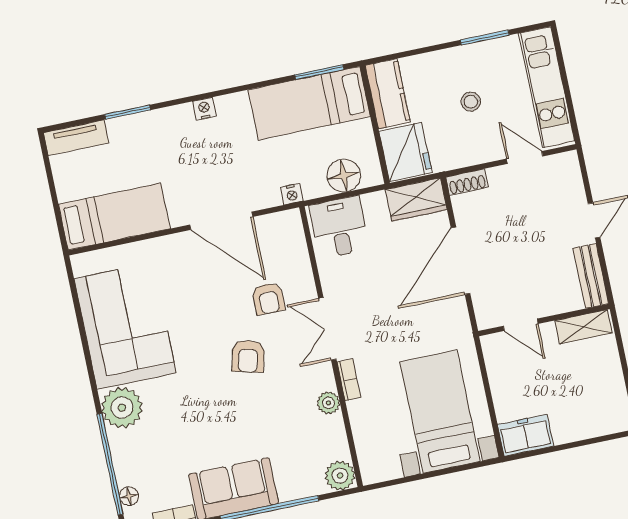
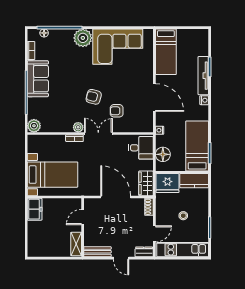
tv unit: (76, 138) -> (203, 76), moved, width x1.41
dresser: (569, 172) -> (144, 252), added
door: (221, 221) -> (154, 97), swing flipped
plant: (328, 403) -> (78, 127), moved

